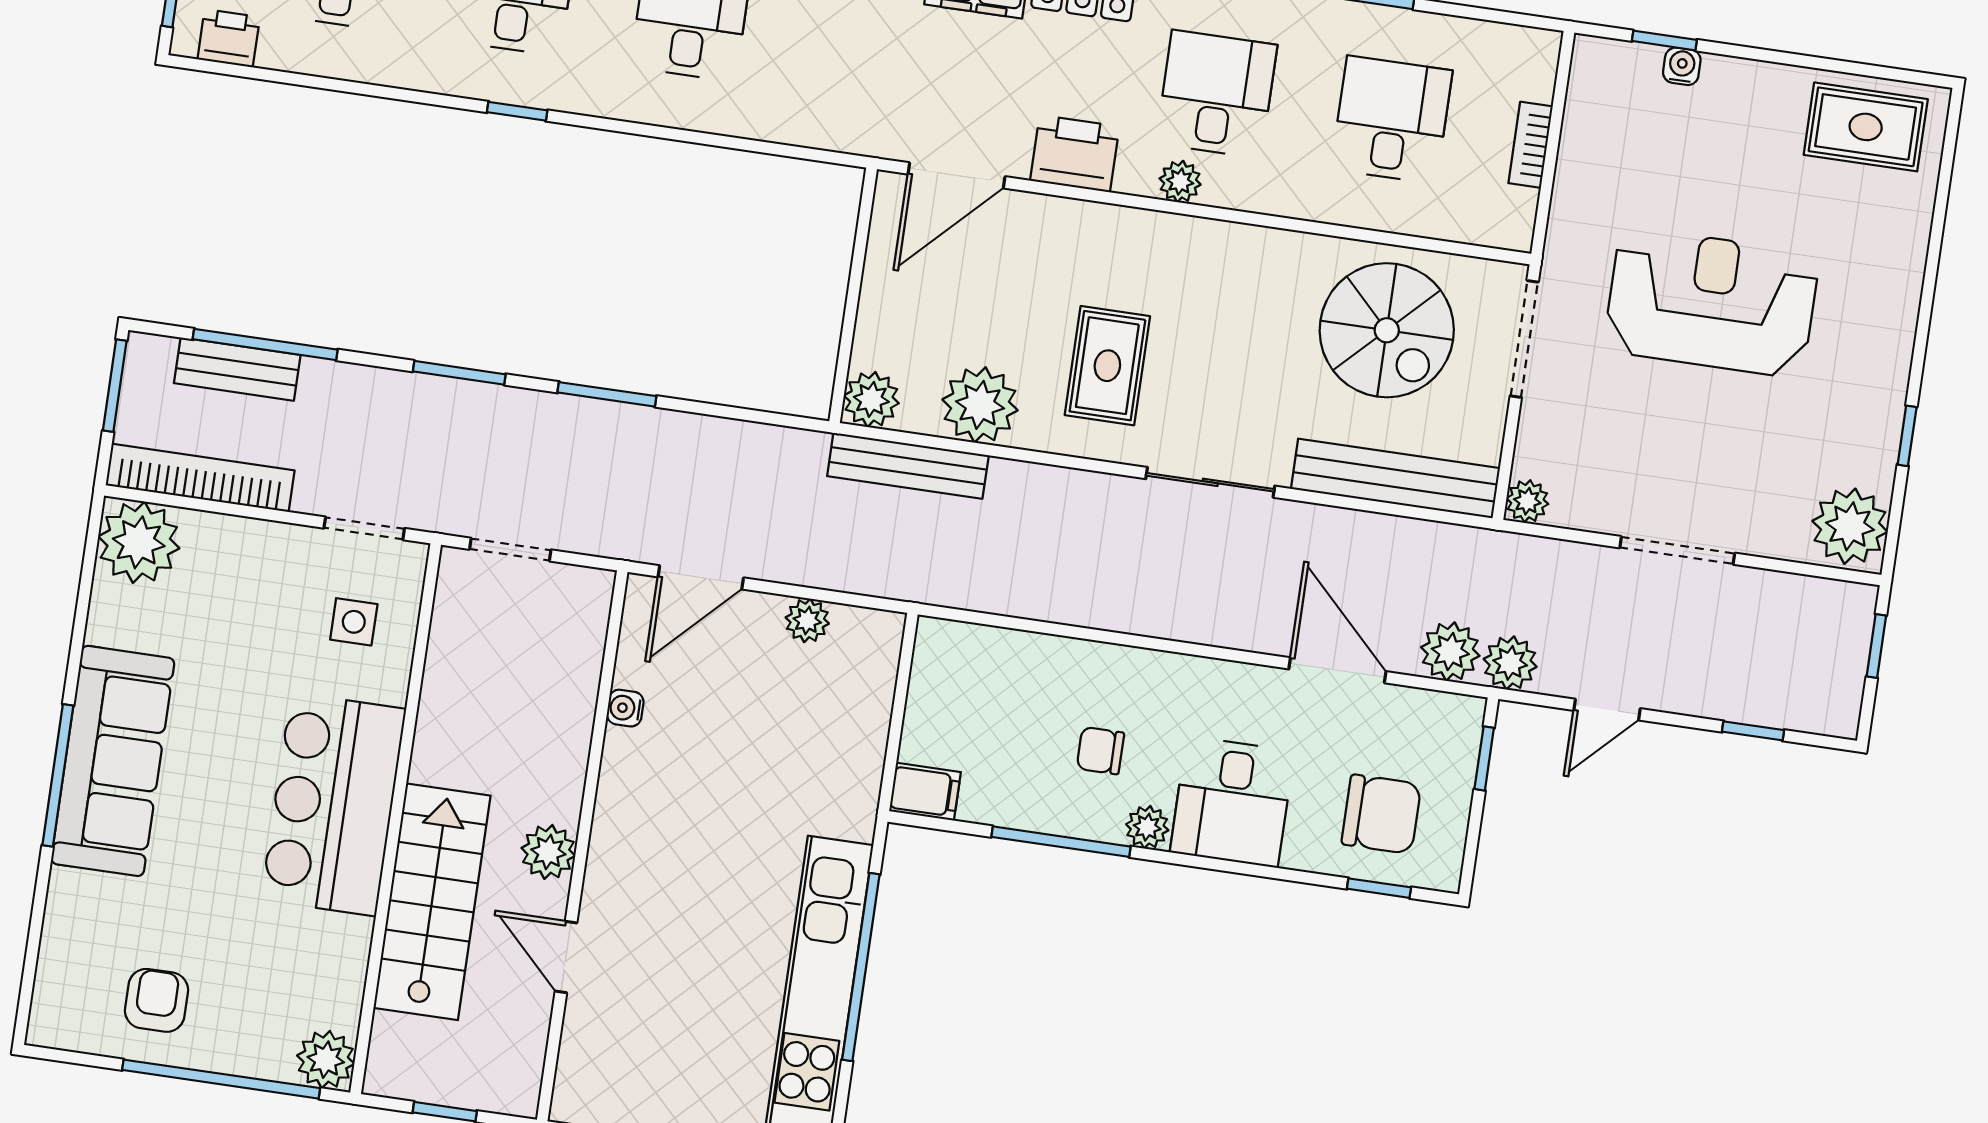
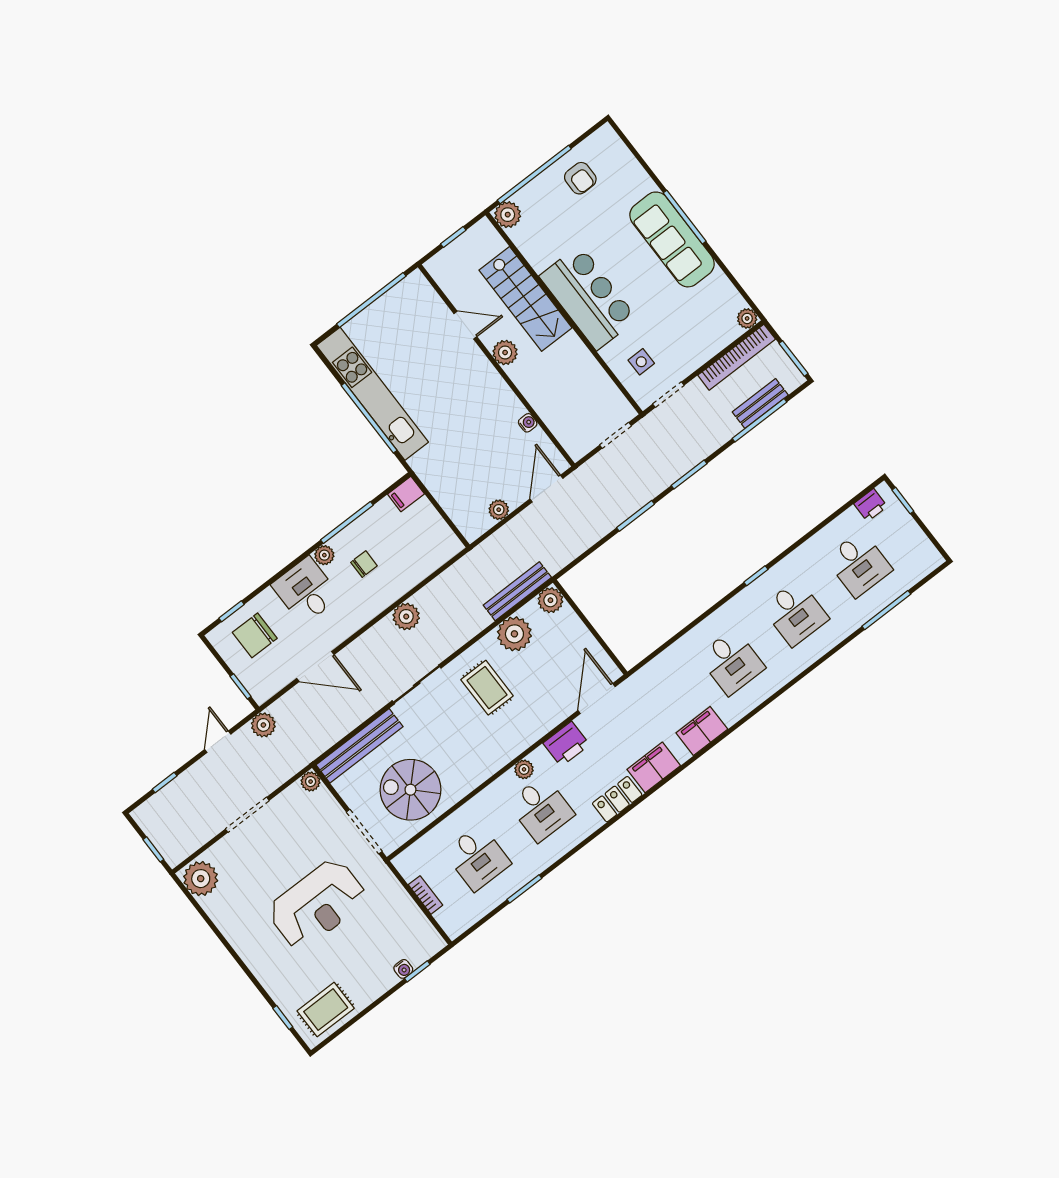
window: (1907, 436) -> (283, 1018), moved
plant: (139, 542) -> (747, 318), width x0.53, depth x0.53
plant: (1450, 651) -> (406, 617), moved

